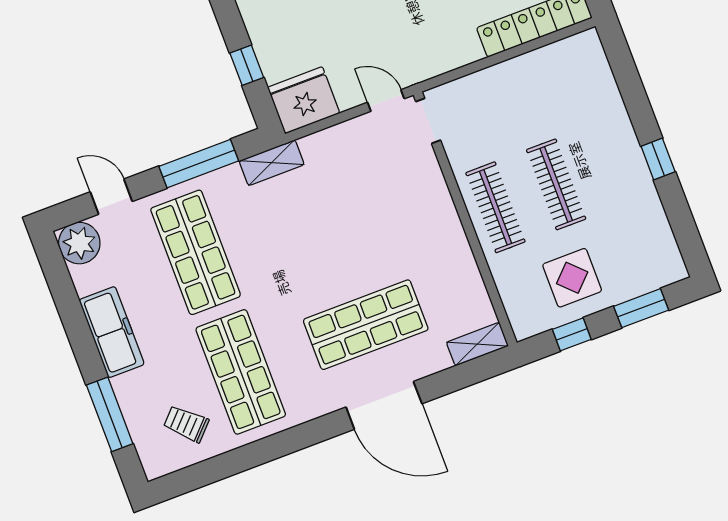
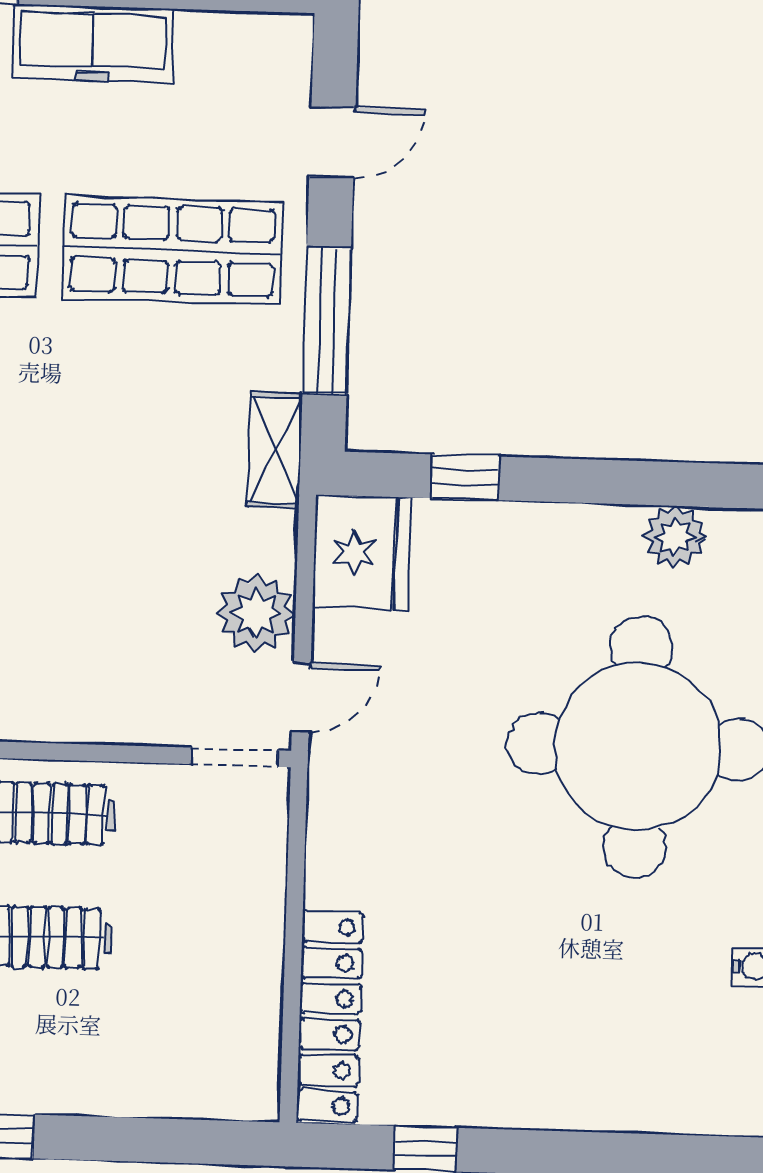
plant: (79, 243) -> (256, 613), moved

